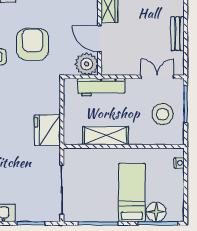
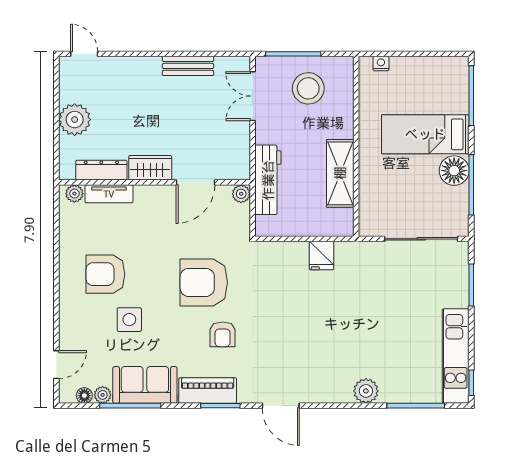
plant: (87, 64) -> (241, 194), width x0.53, depth x0.53
fridge: (47, 130) -> (322, 256), width x0.53, depth x0.75
floor lamp: (156, 212) -> (454, 171), moved

